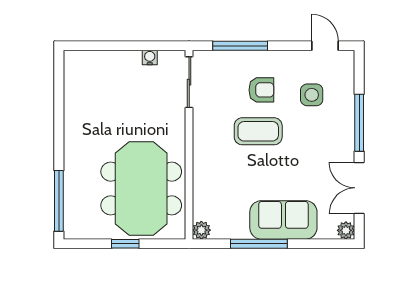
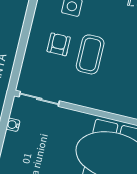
window: (240, 46) -> (21, 52), removed

